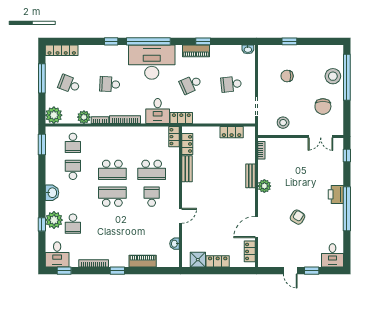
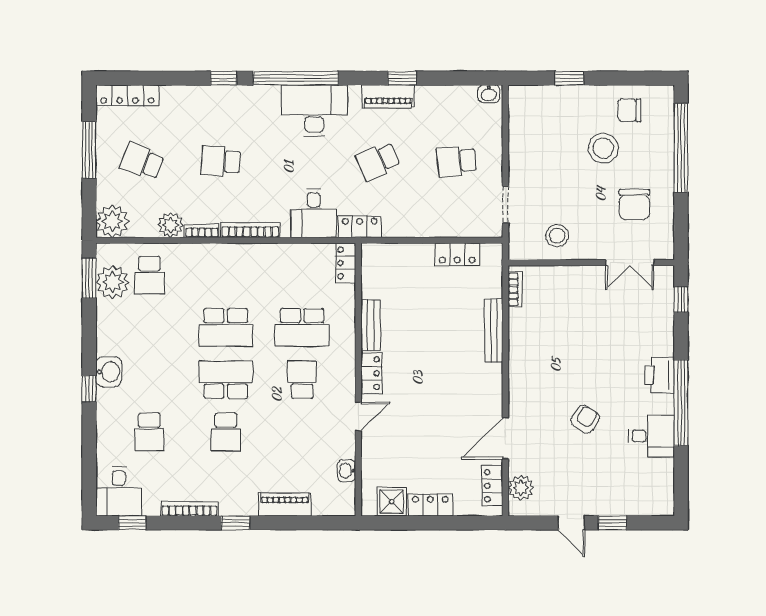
desk: (152, 62) -> (314, 111), width x0.73, depth x0.77
chair: (287, 76) -> (629, 110), moved
stool: (333, 76) -> (603, 148), moved
locker: (187, 144) -> (371, 373), moved
school desk: (73, 170) -> (226, 432), moved, turned 180
bench: (250, 176) -> (494, 331), width x1.36
plant: (264, 186) -> (521, 488), moved
plant: (54, 220) -> (113, 282), moved
window: (42, 224) -> (89, 389), moved
desk: (333, 255) -> (651, 436), moved, turned -90

